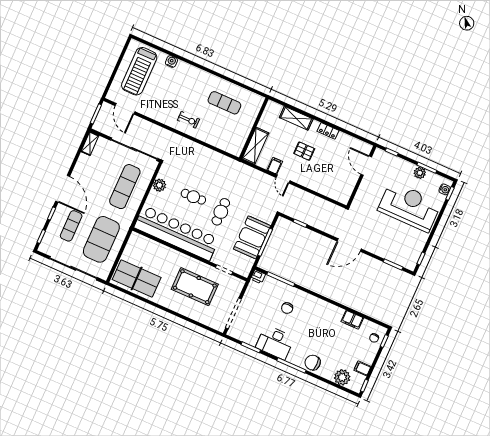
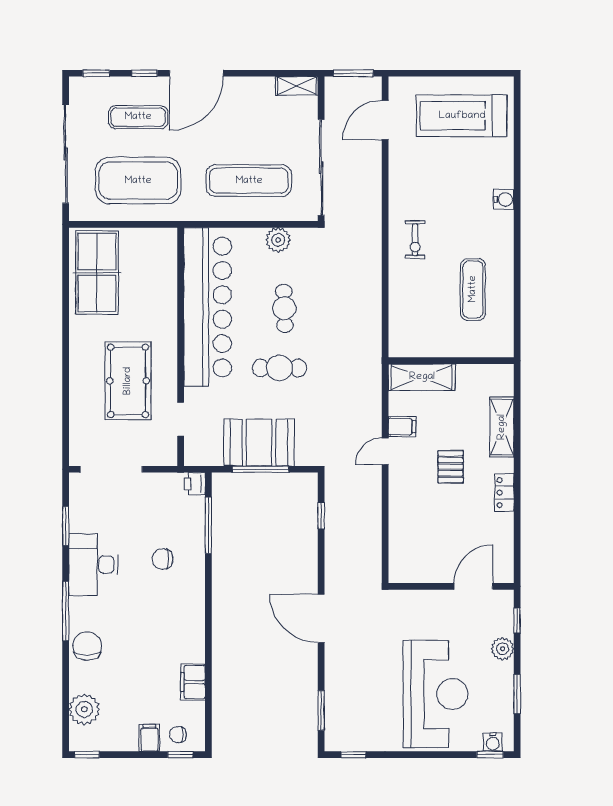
water cooler: (171, 61) -> (504, 199), moved
plant: (420, 173) -> (503, 649), moved
filing cabinet: (362, 368) -> (149, 738), moved

